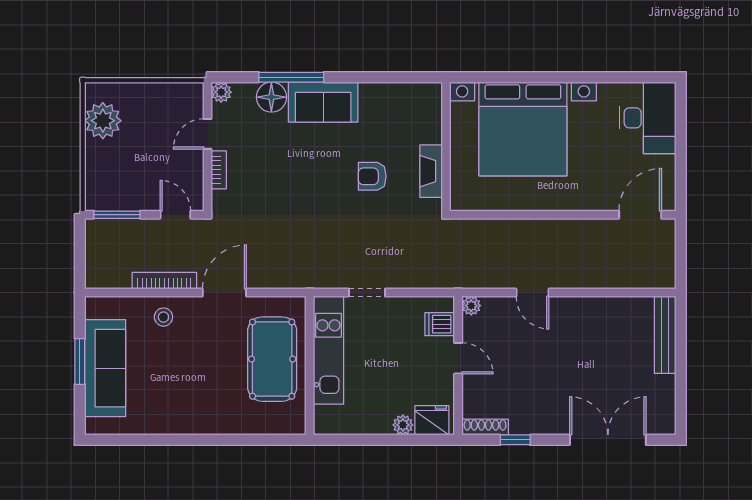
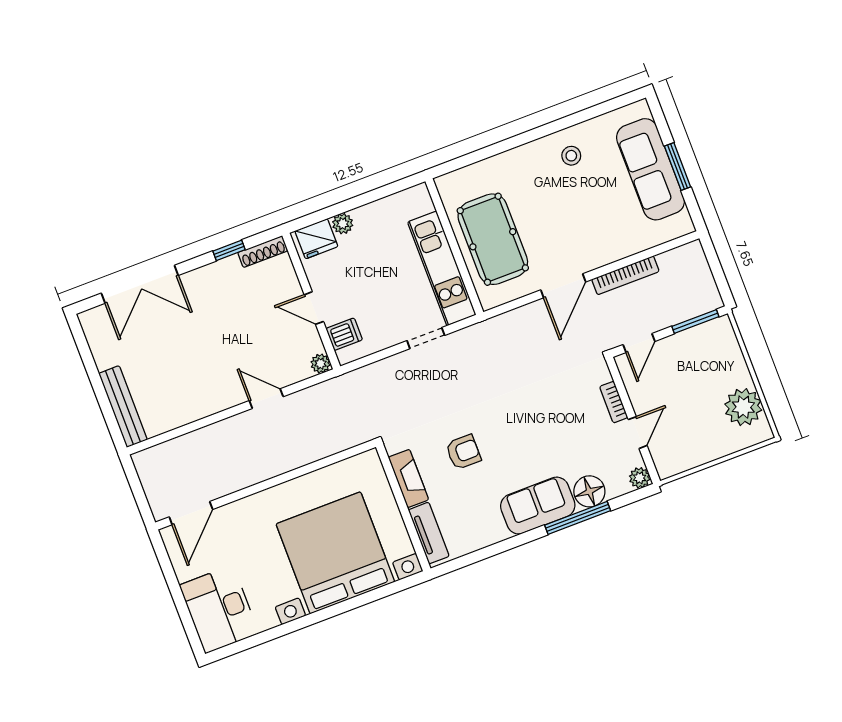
tv unit: (432, 115) -> (429, 533), added
door: (175, 215) -> (639, 343), hinge flipped
stool: (163, 317) -> (571, 156), moved

